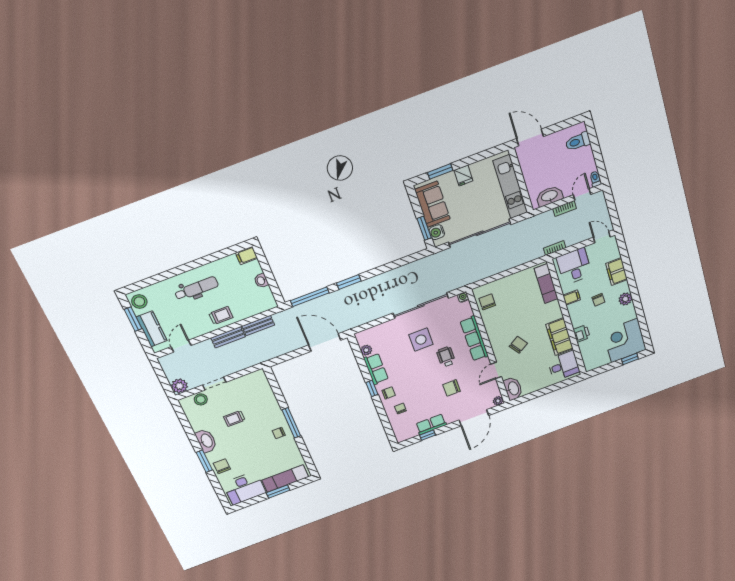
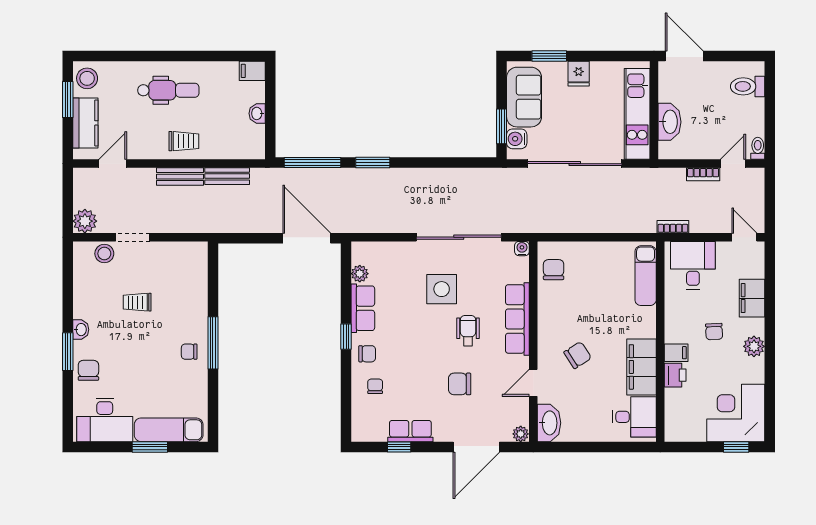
washbasin: (549, 196) -> (669, 122), moved, turned 90
filing cabinet: (572, 298) -> (676, 353), moved
washbasin: (206, 441) -> (81, 330), width x0.52, depth x0.69

